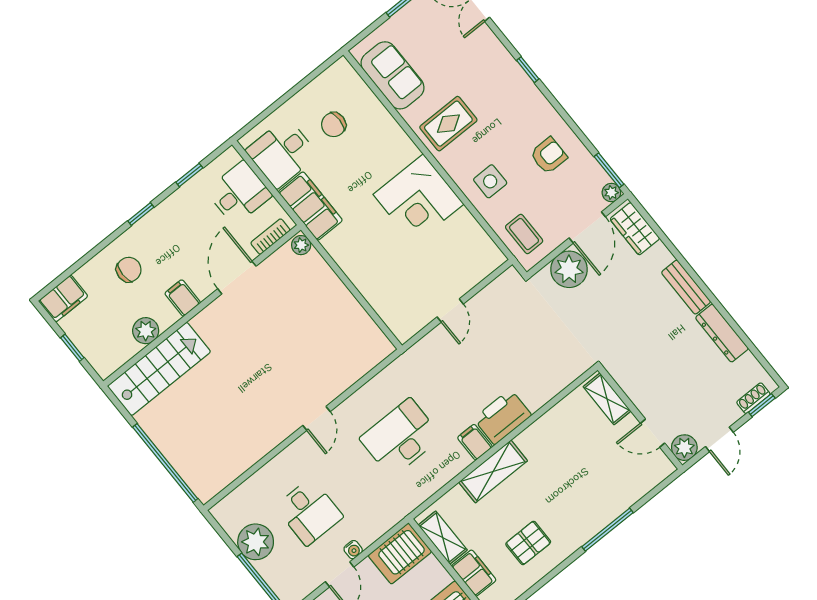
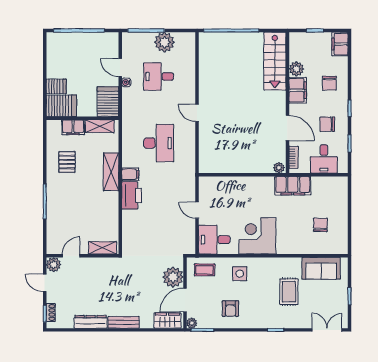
rug: (448, 124) -> (289, 292), moved
desk: (282, 153) -> (214, 240), moved, turned -90
chair: (187, 227) -> (327, 124), added
door: (587, 227) -> (185, 300), hinge flipped
filing cabinet: (183, 298) -> (298, 90), width x2.00

